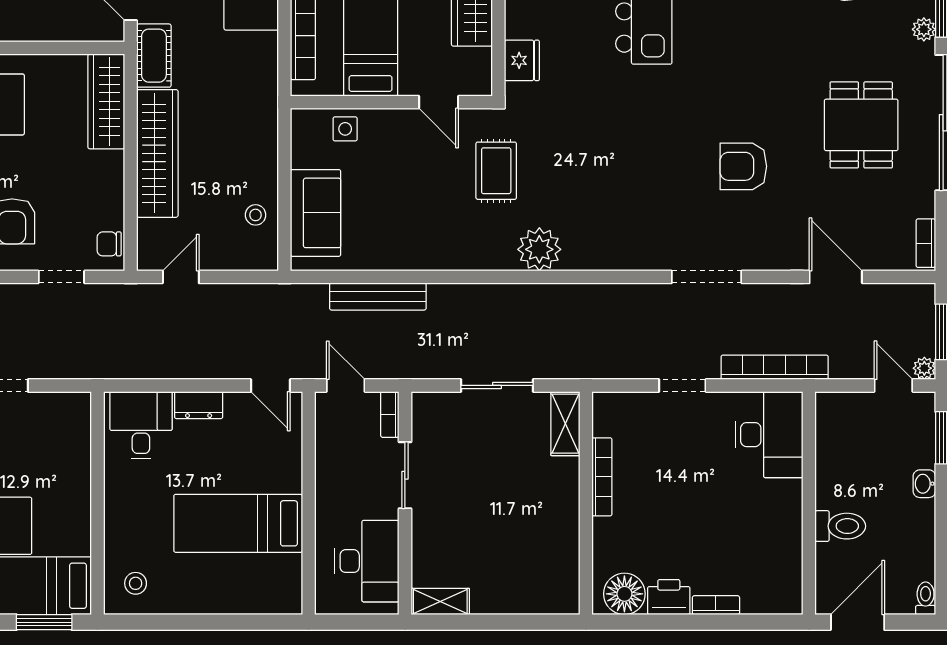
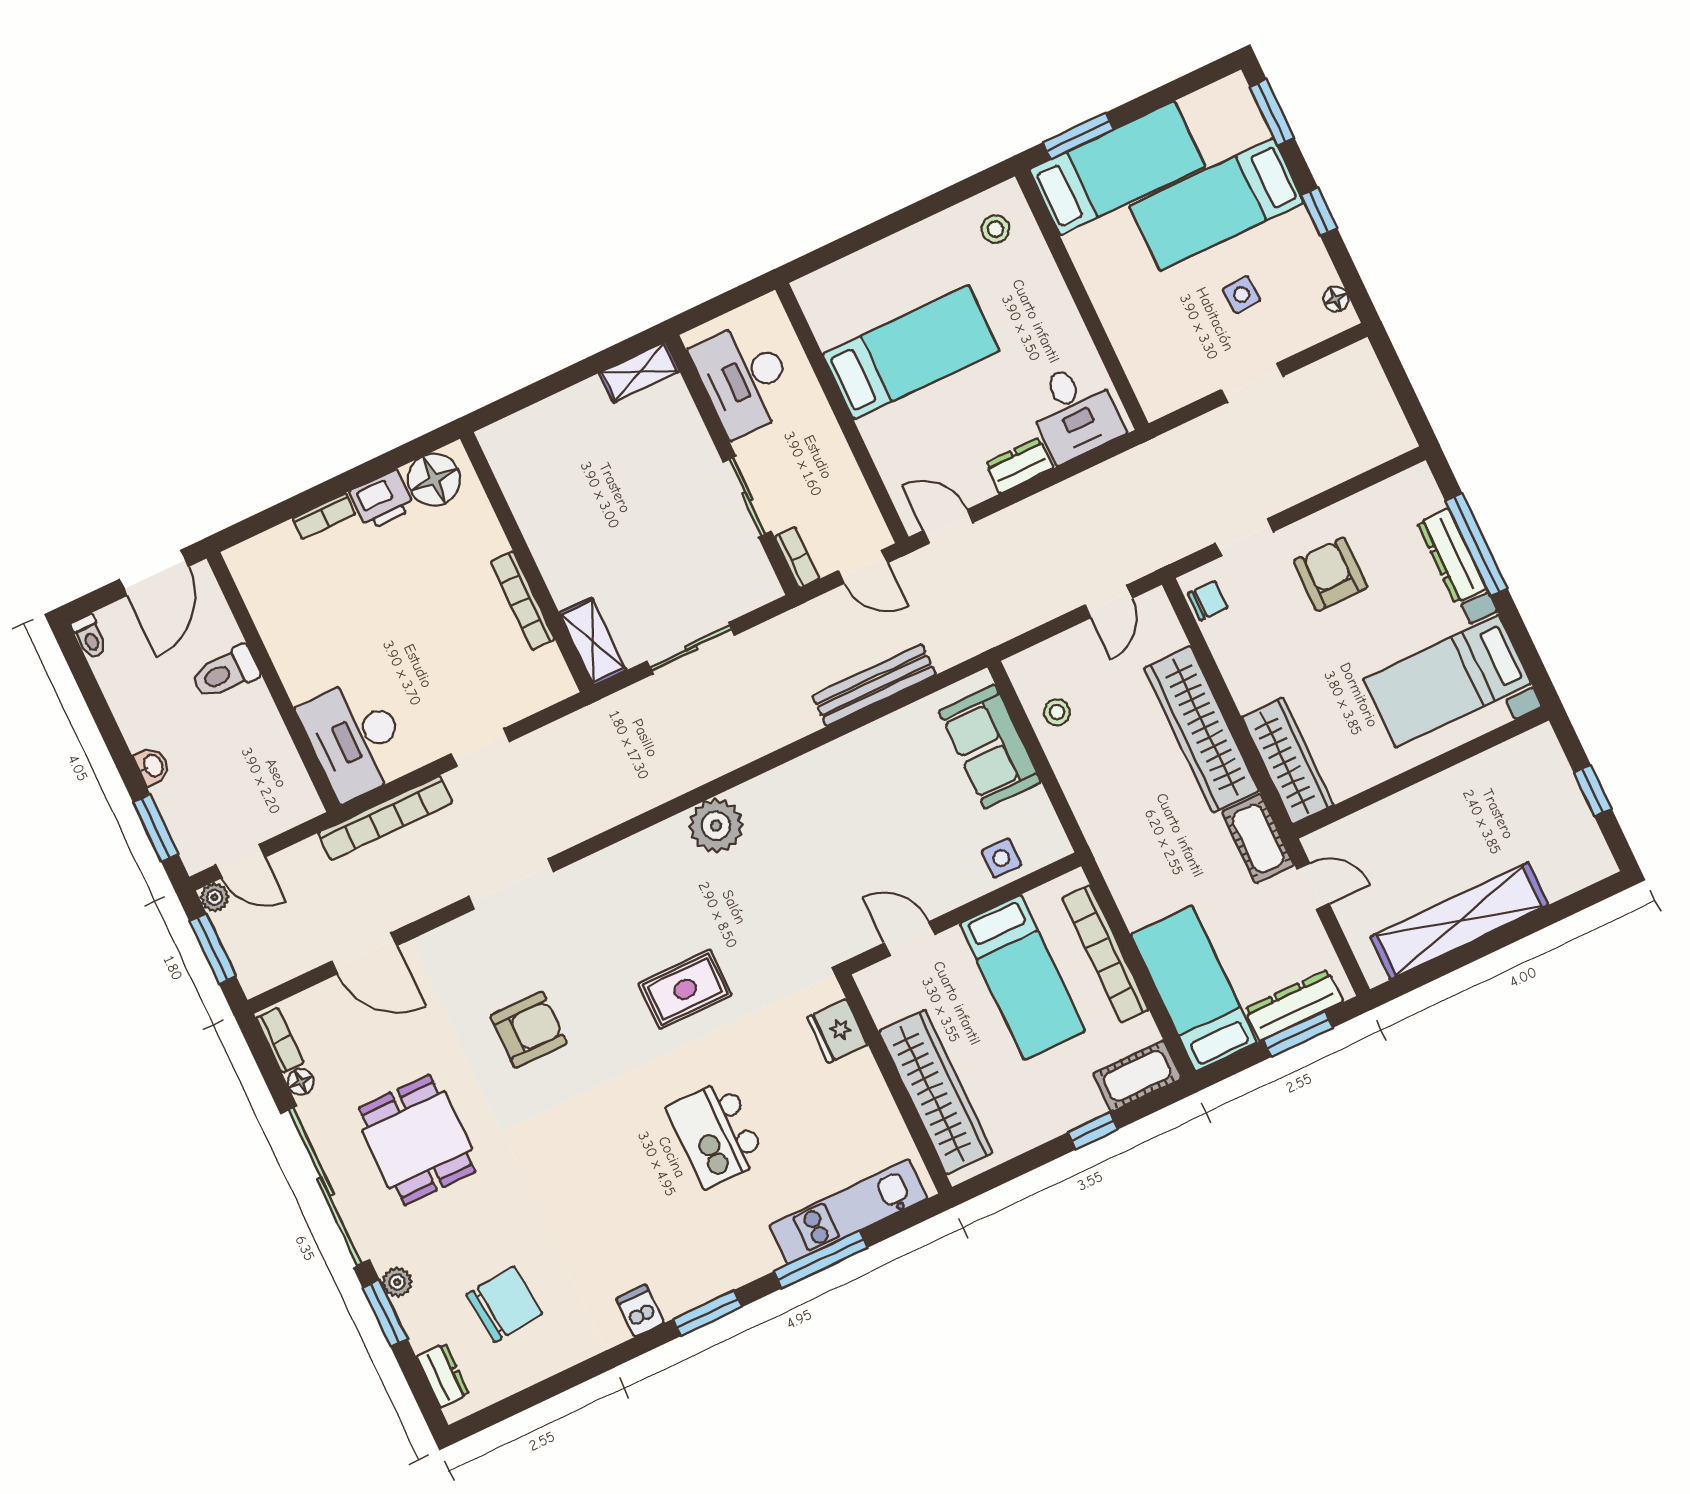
rug: (496, 171) -> (685, 989), moved, turned 90
floor lamp: (925, 206) -> (301, 1082), added

